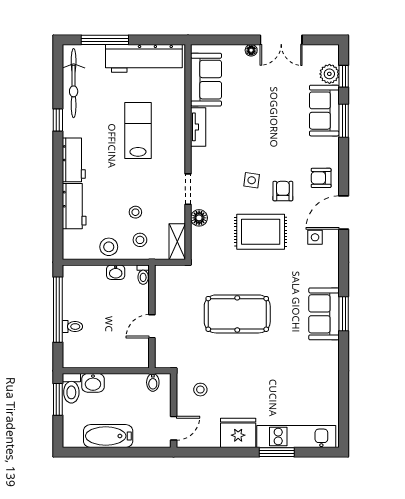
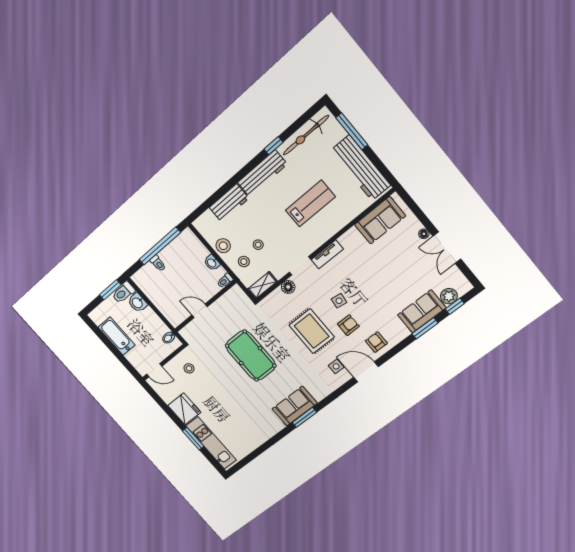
tv unit: (198, 127) -> (327, 254), moved
workbench: (74, 160) -> (262, 173), width x1.38

